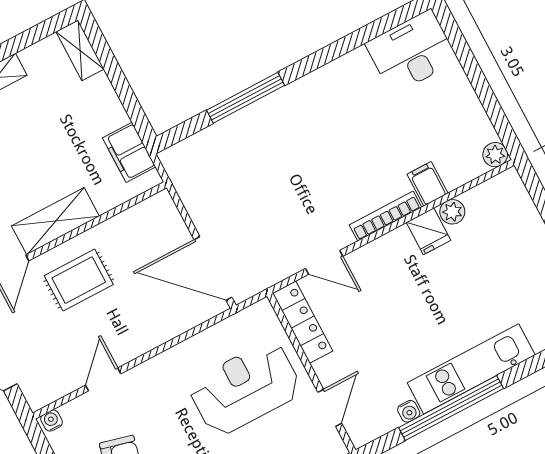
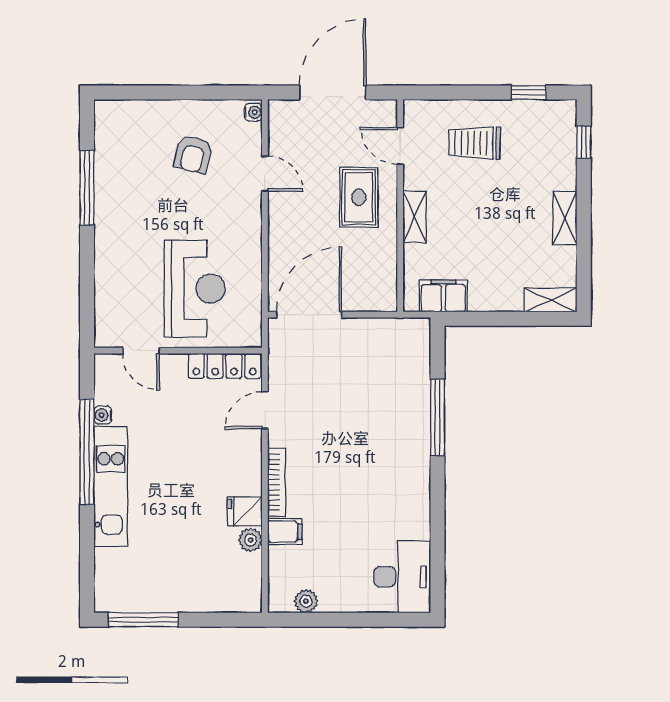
plant: (495, 155) -> (306, 601), moved
shelving: (55, 221) -> (415, 217), width x0.67, depth x0.75

